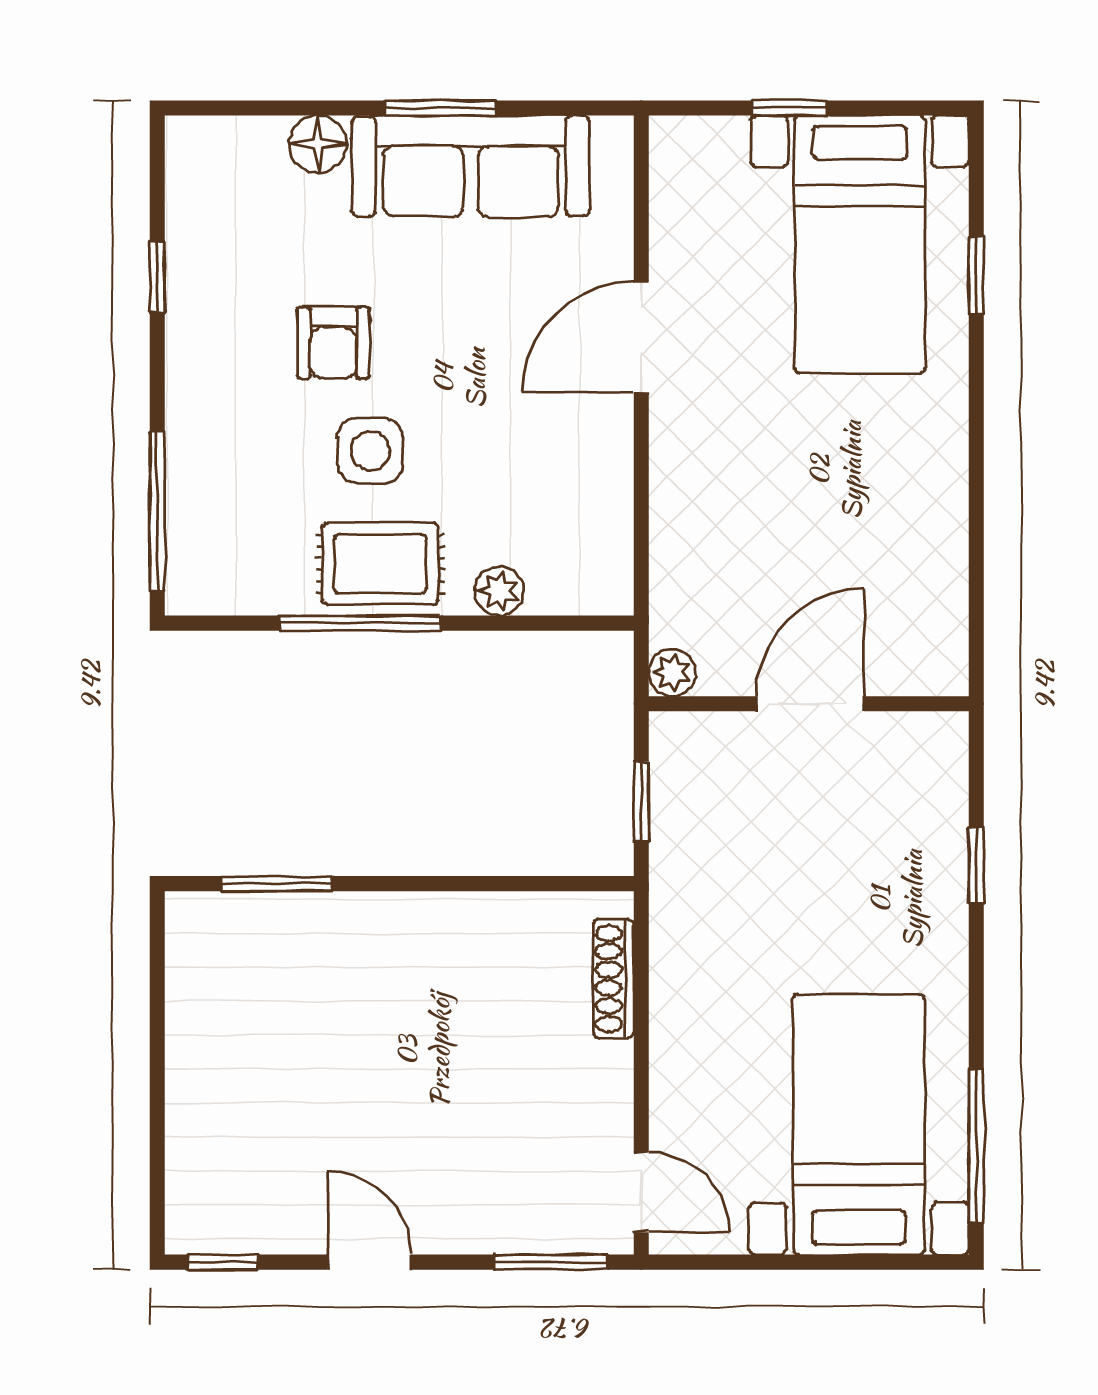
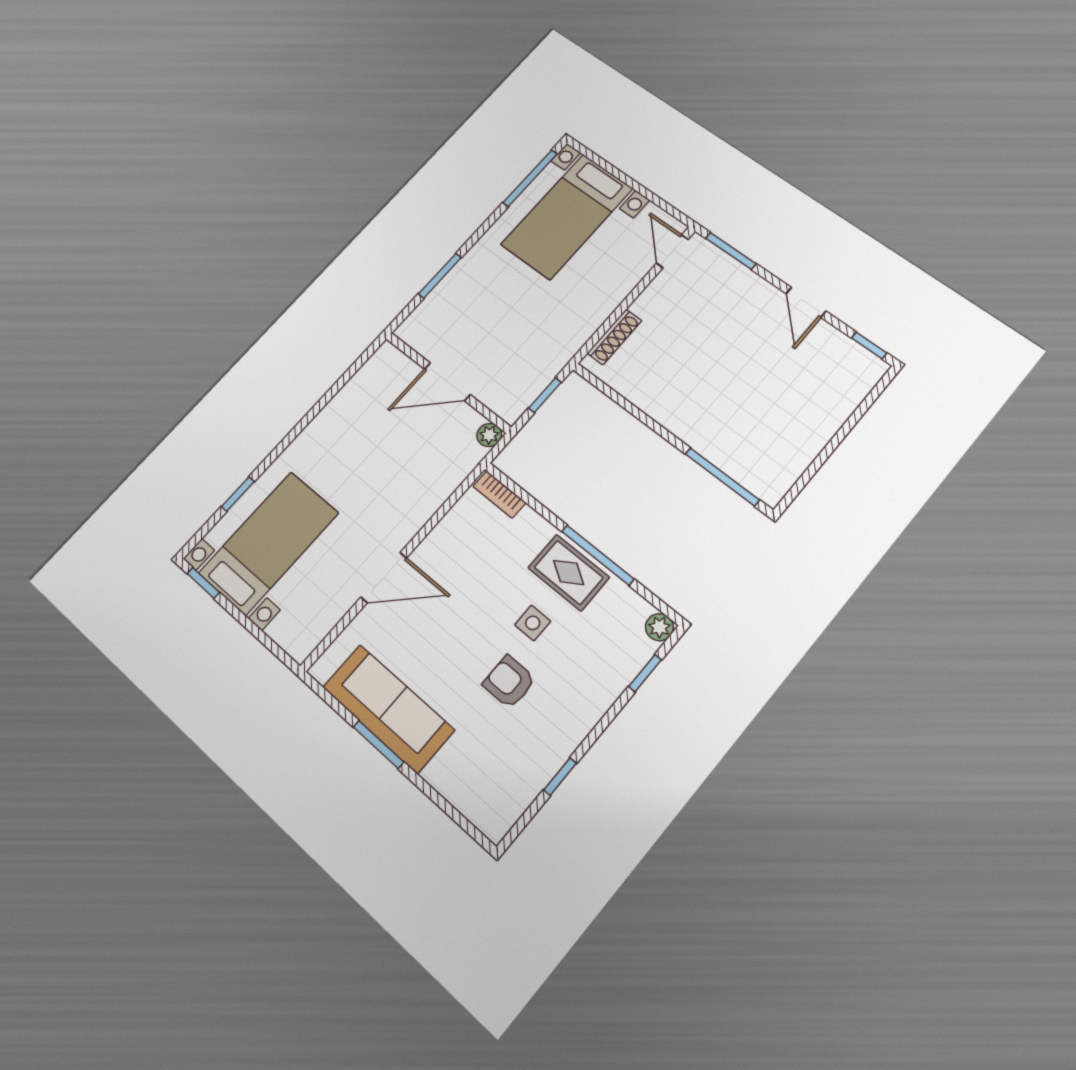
window: (790, 108) -> (203, 583), moved
floor lamp: (318, 144) -> (442, 775), removed
armchair: (333, 343) -> (509, 682), turned -90
side table: (370, 451) -> (533, 623), width x0.73, depth x0.73
window: (157, 511) -> (645, 673), width x0.46
plant: (499, 591) -> (659, 627), moved
bookcase: (579, 596) -> (499, 494), added
window: (976, 866) -> (440, 276), width x1.50
window: (277, 884) -> (722, 477), width x1.44

